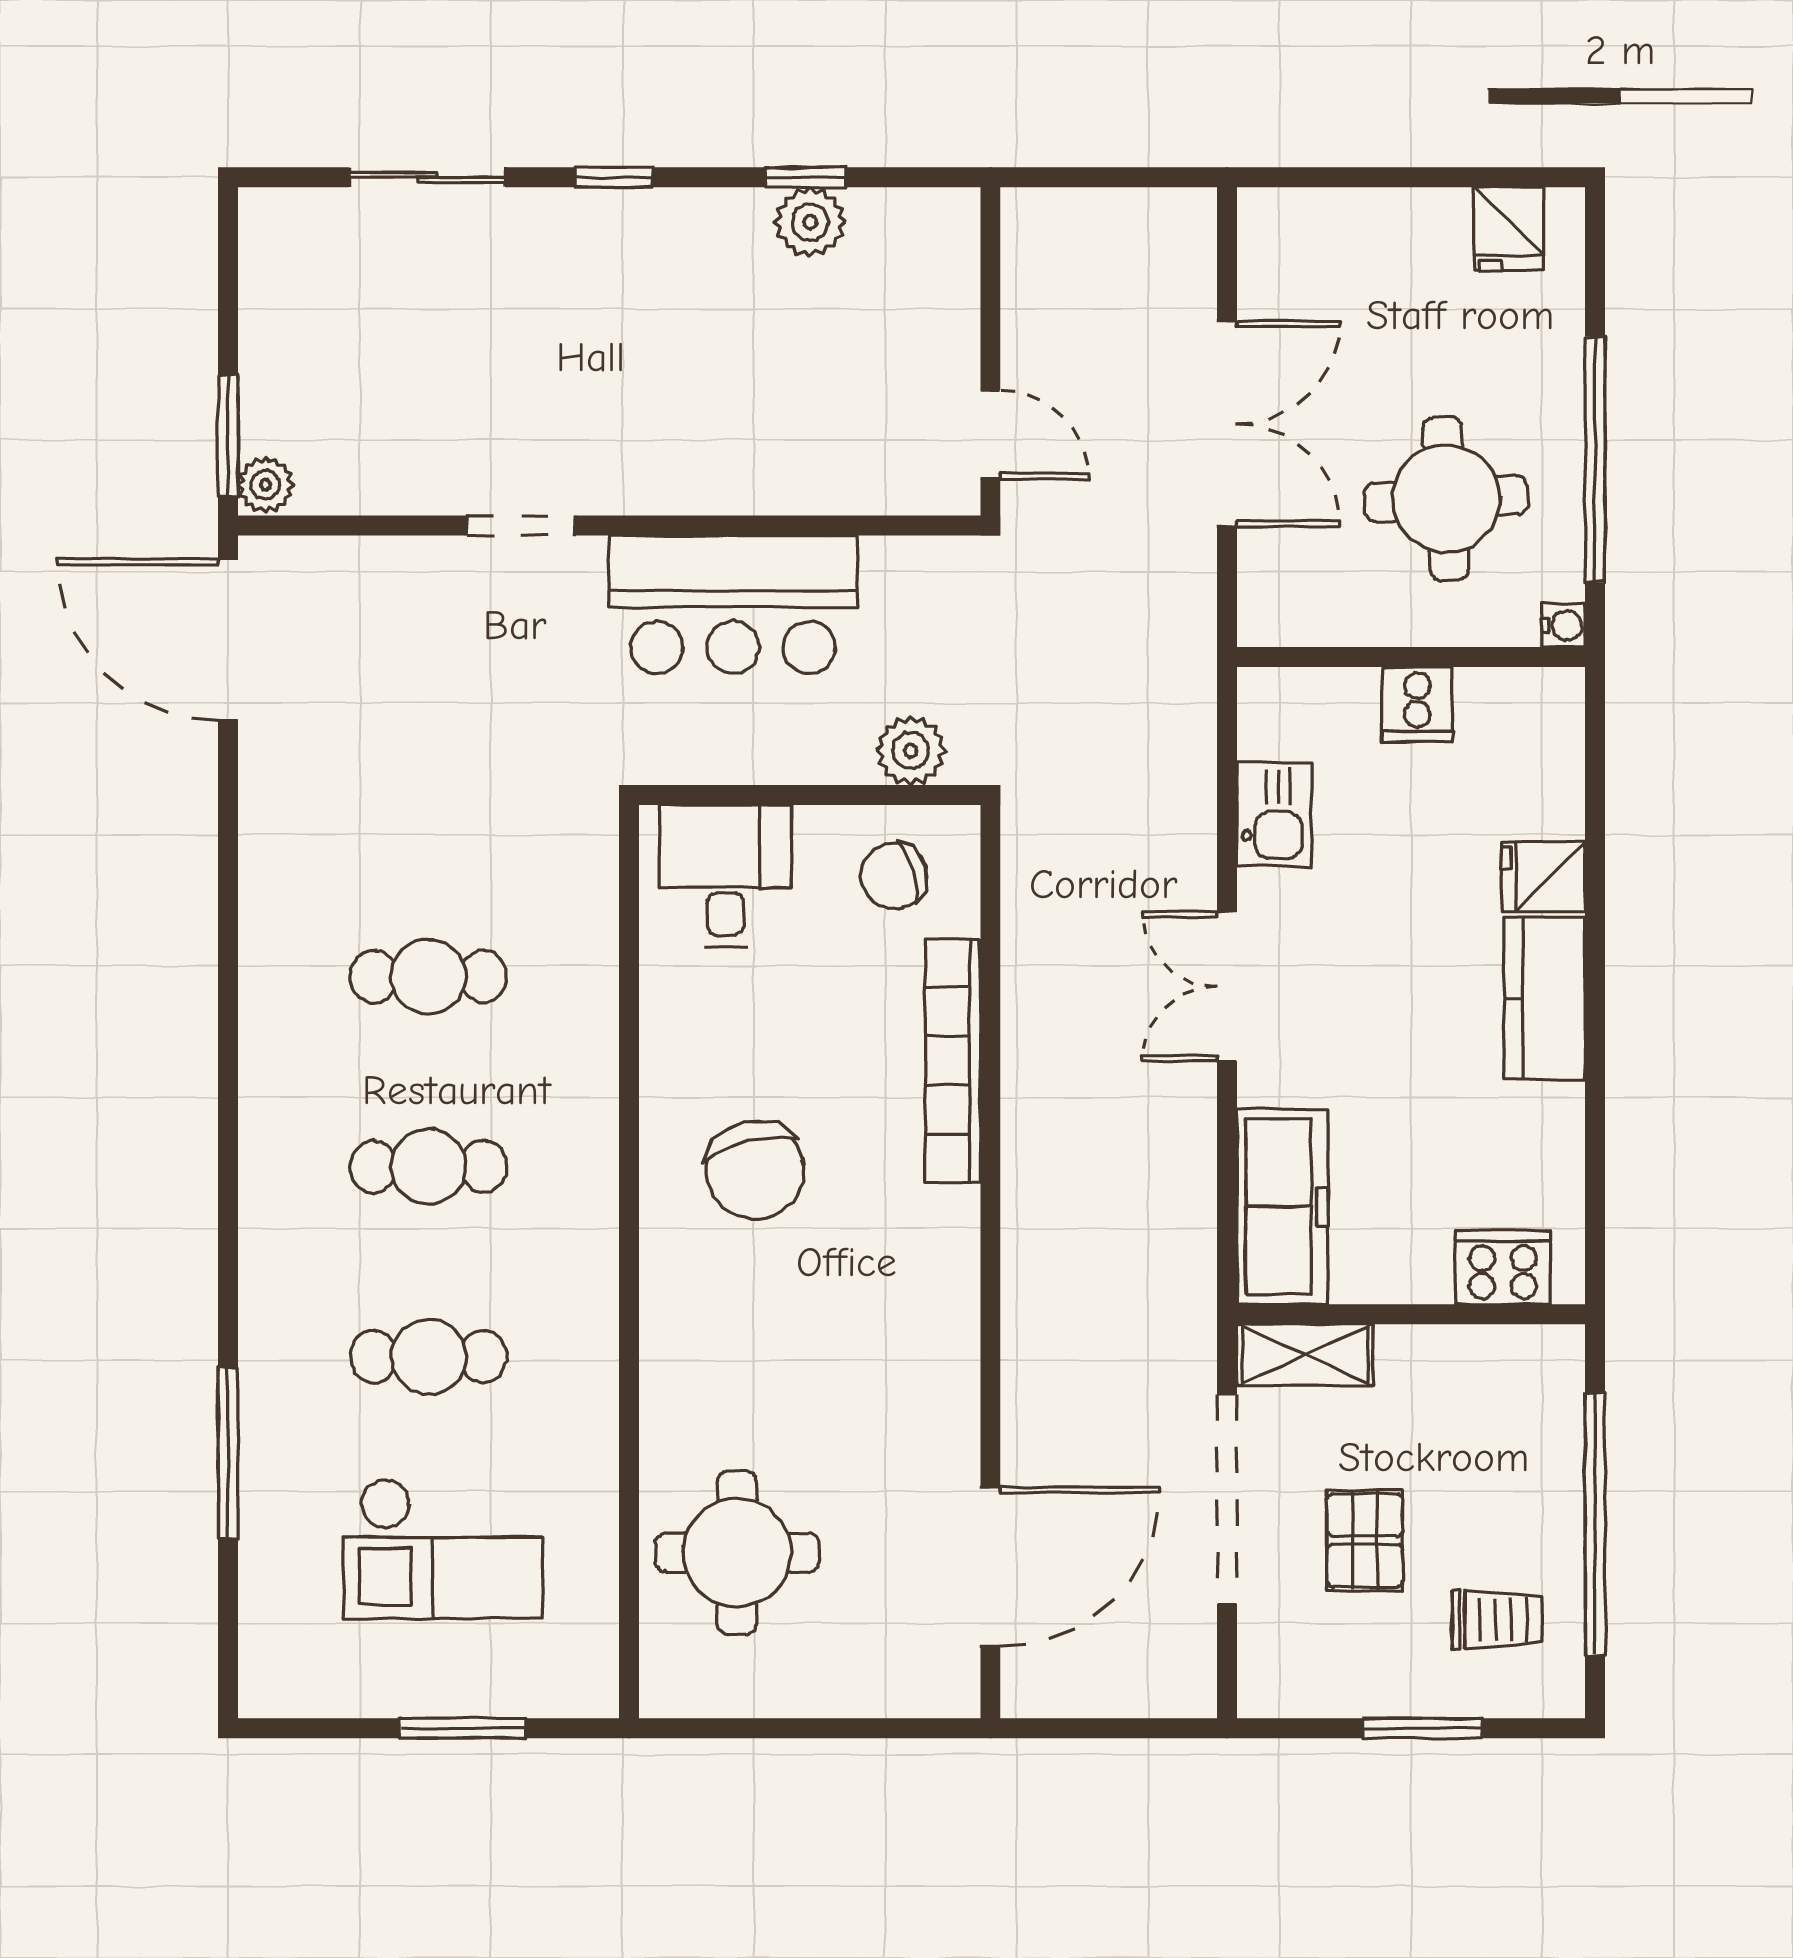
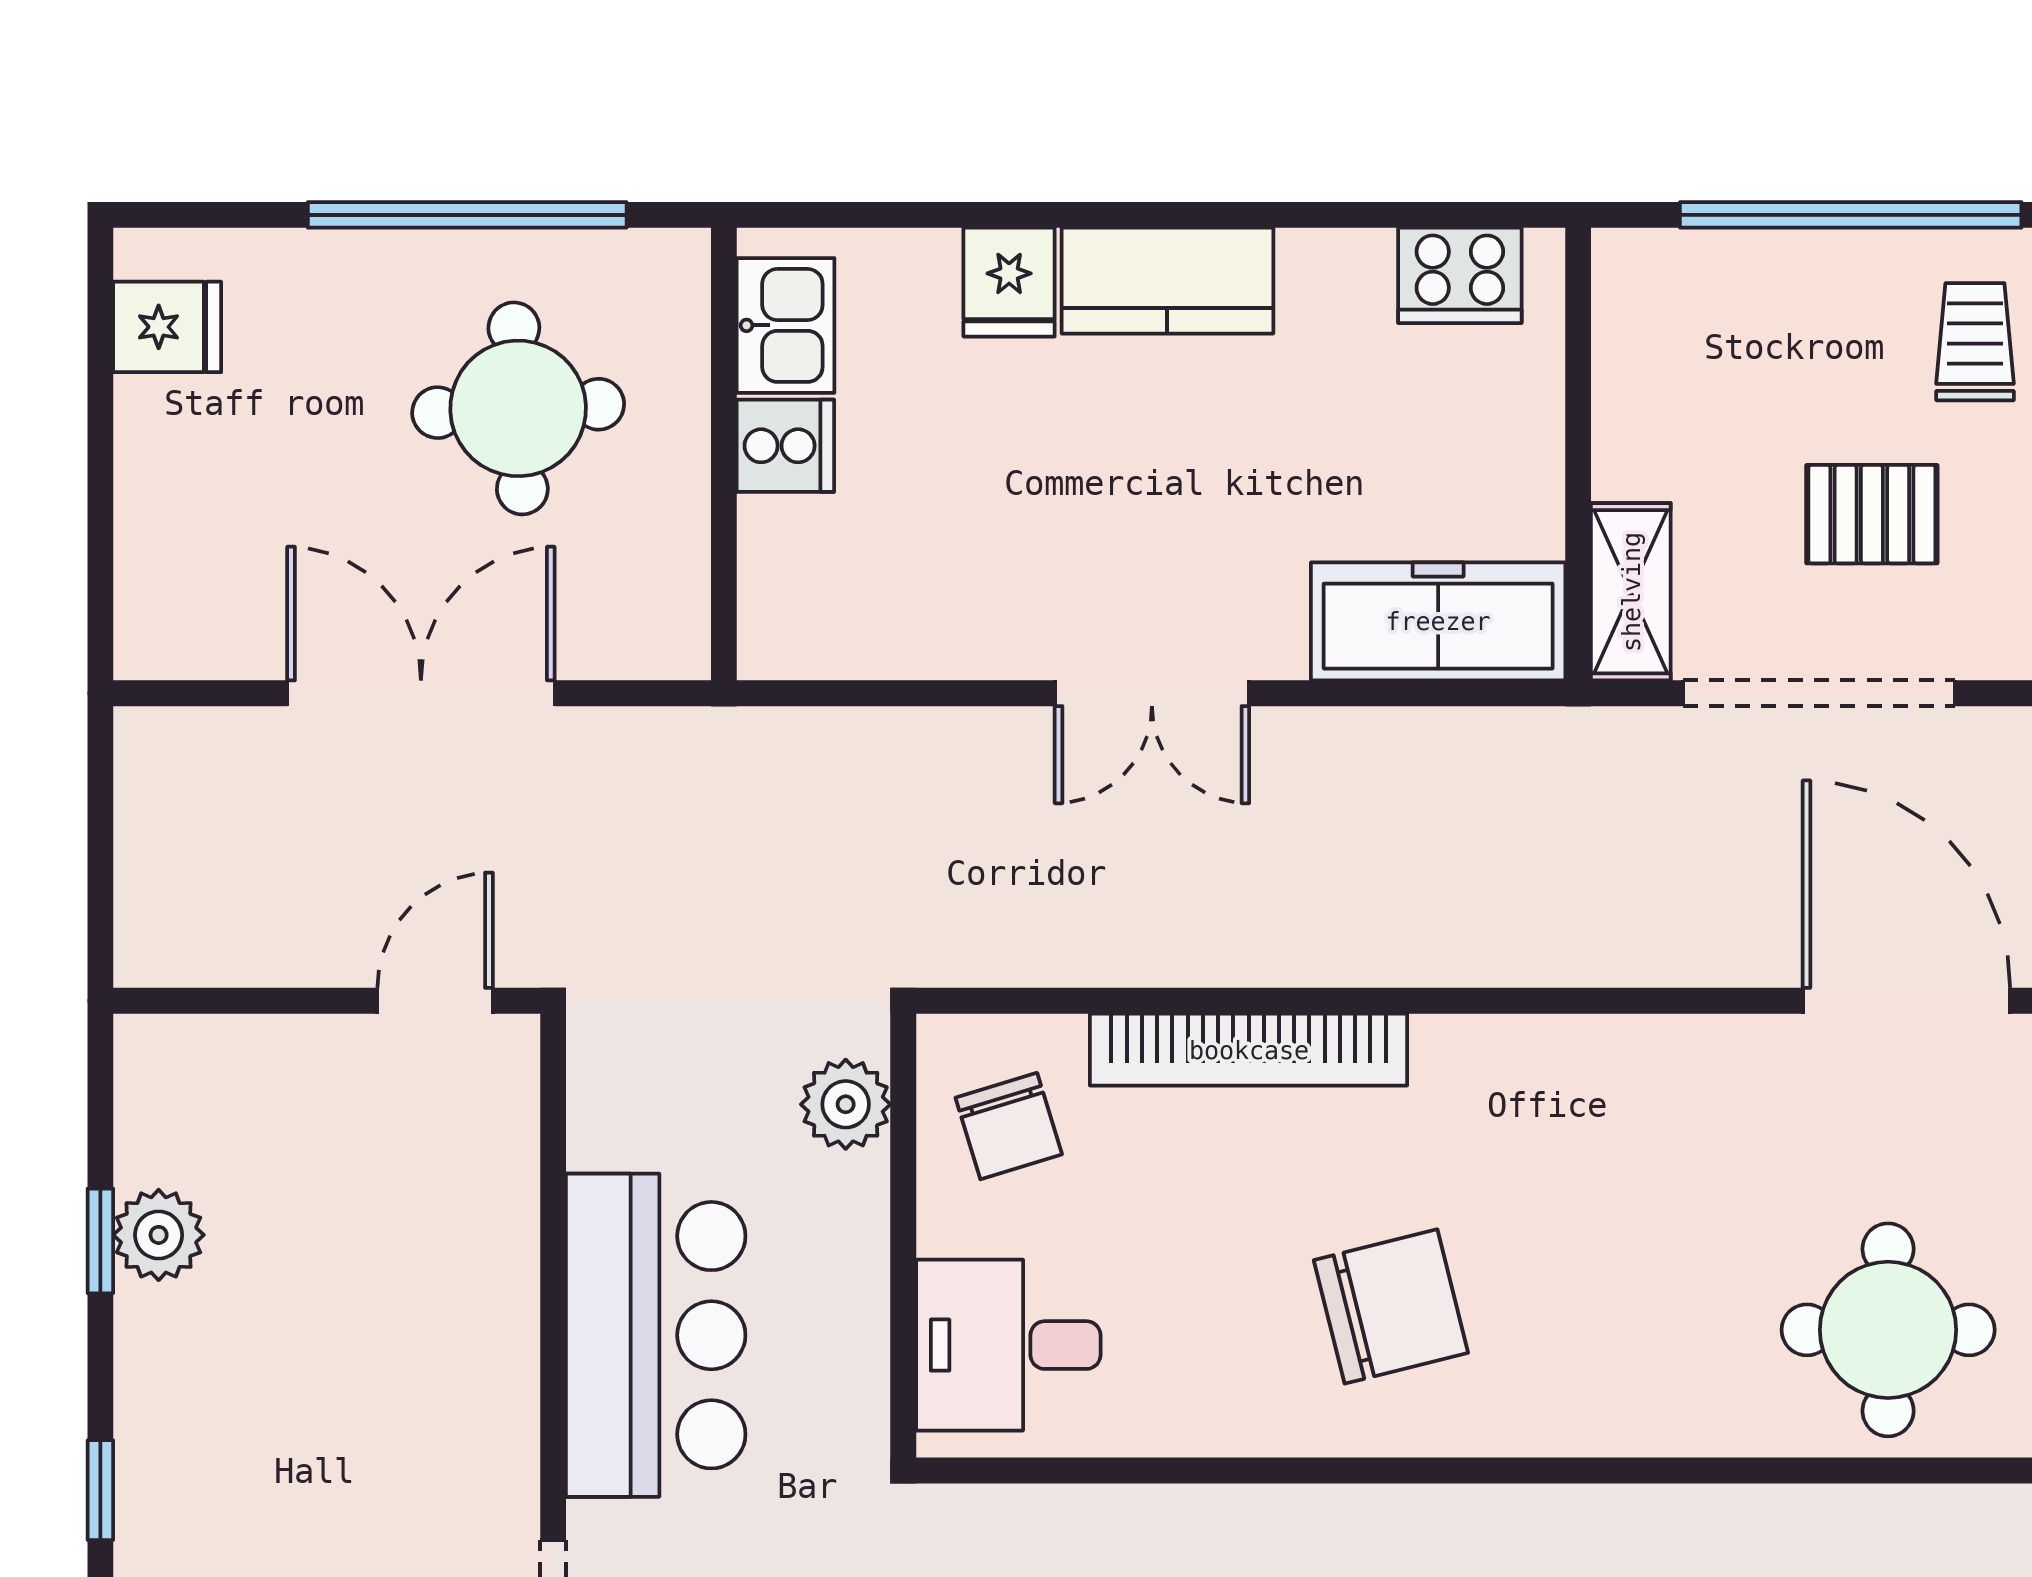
water cooler: (1563, 625) -> (683, 256), removed
kitchen sink: (1274, 814) -> (786, 325), moved, turned 90
cooker: (1503, 1268) -> (1460, 275), moved, turned -90

